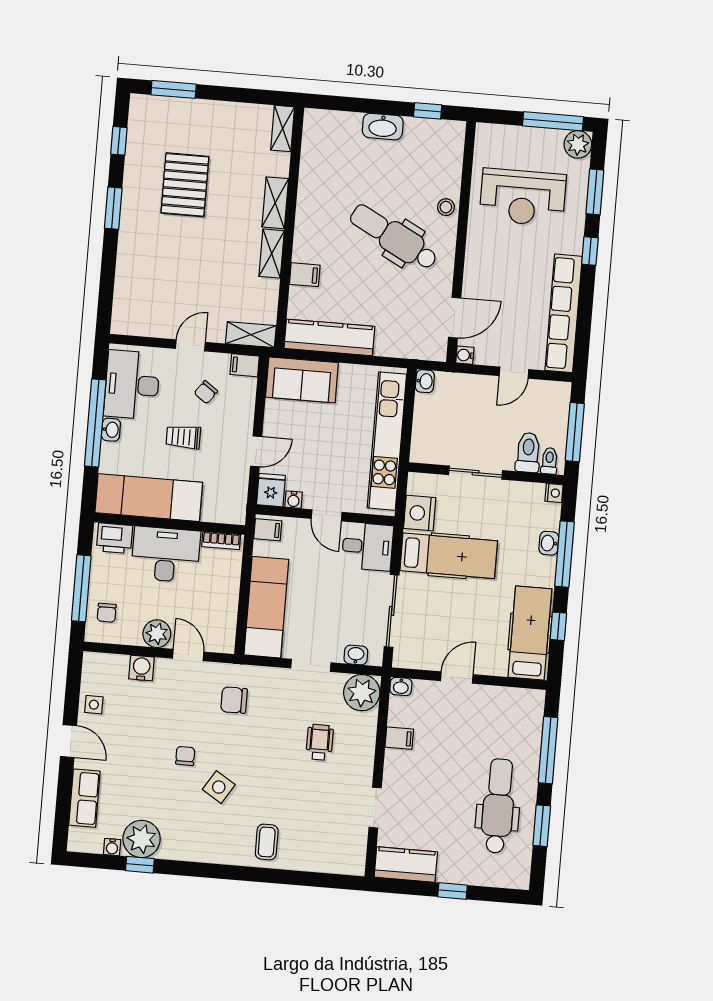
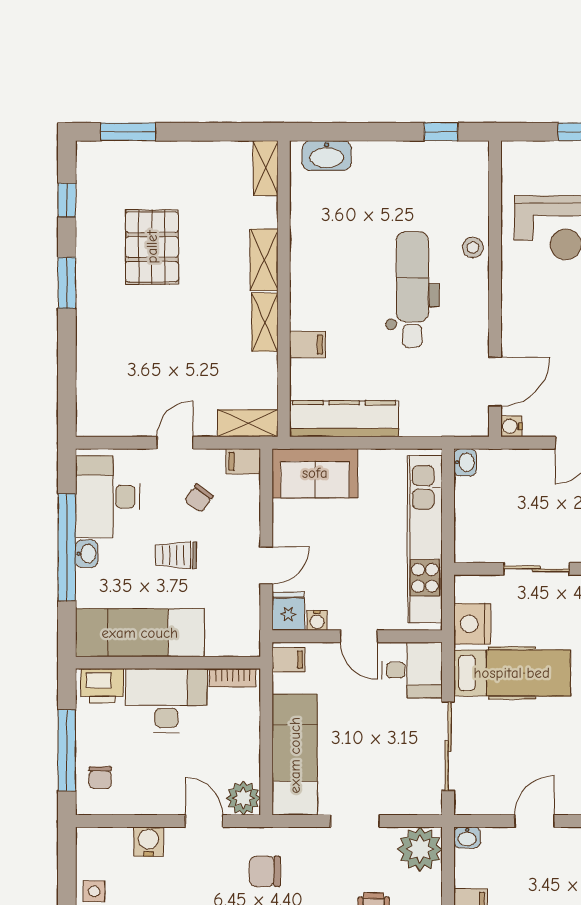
washbasin: (383, 127) -> (327, 156), moved
dental chair: (394, 237) -> (412, 289), turned 62
plant: (157, 634) -> (243, 798), moved
washbasin: (356, 655) -> (409, 804), removed

